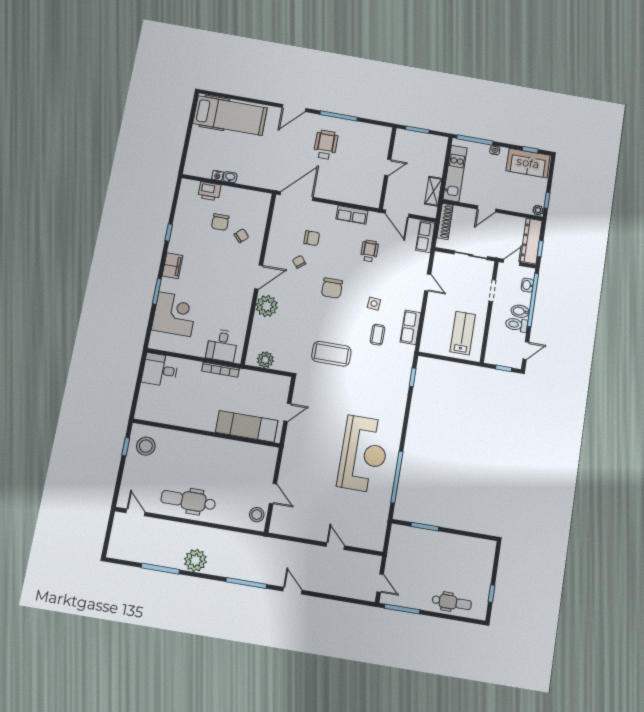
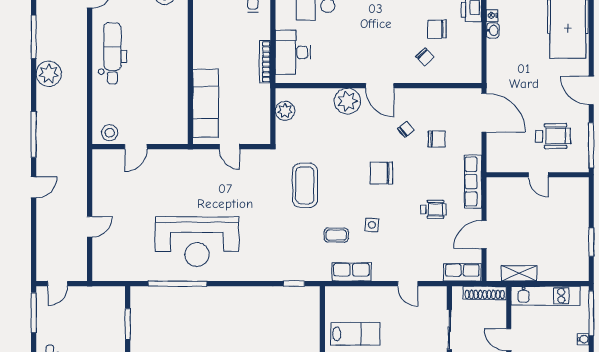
door: (388, 167) -> (538, 175), moved
wall: (388, 168) -> (538, 175), moved
row of seats: (352, 215) -> (473, 182), width x1.48
chair: (312, 238) -> (437, 139), turned -90
door: (428, 283) -> (408, 284), hinge flipped
desk: (222, 345) -> (293, 52), width x1.37

